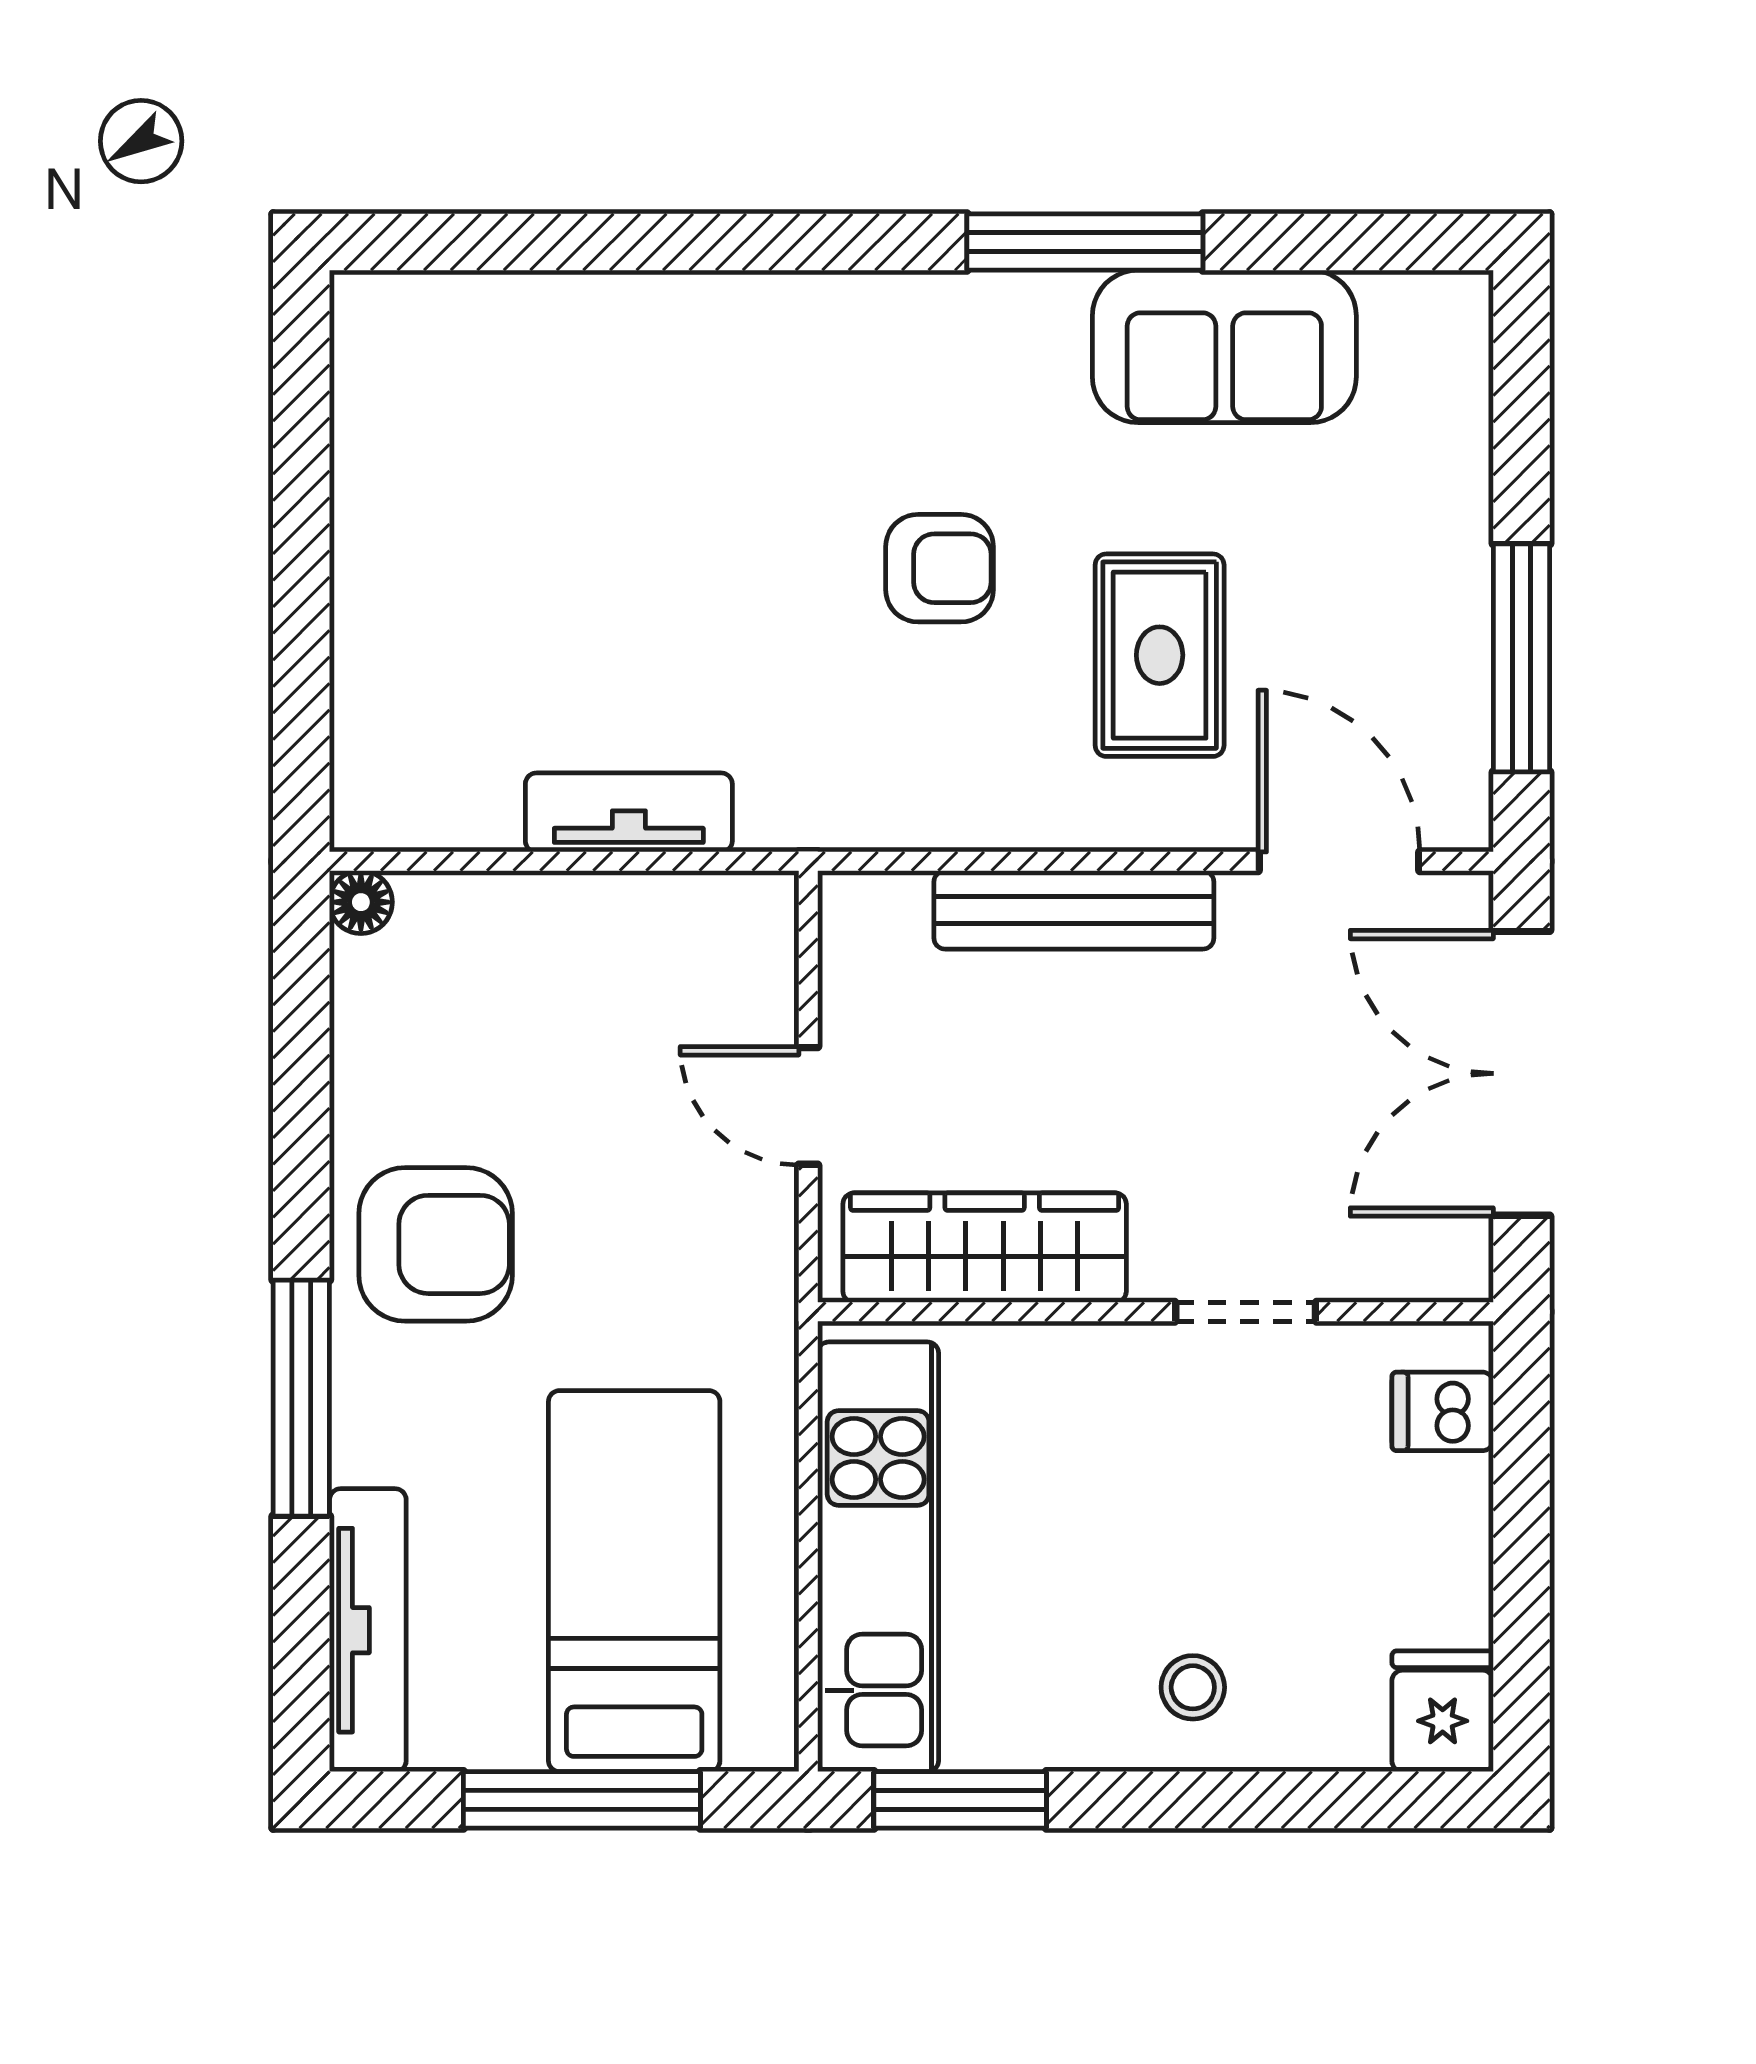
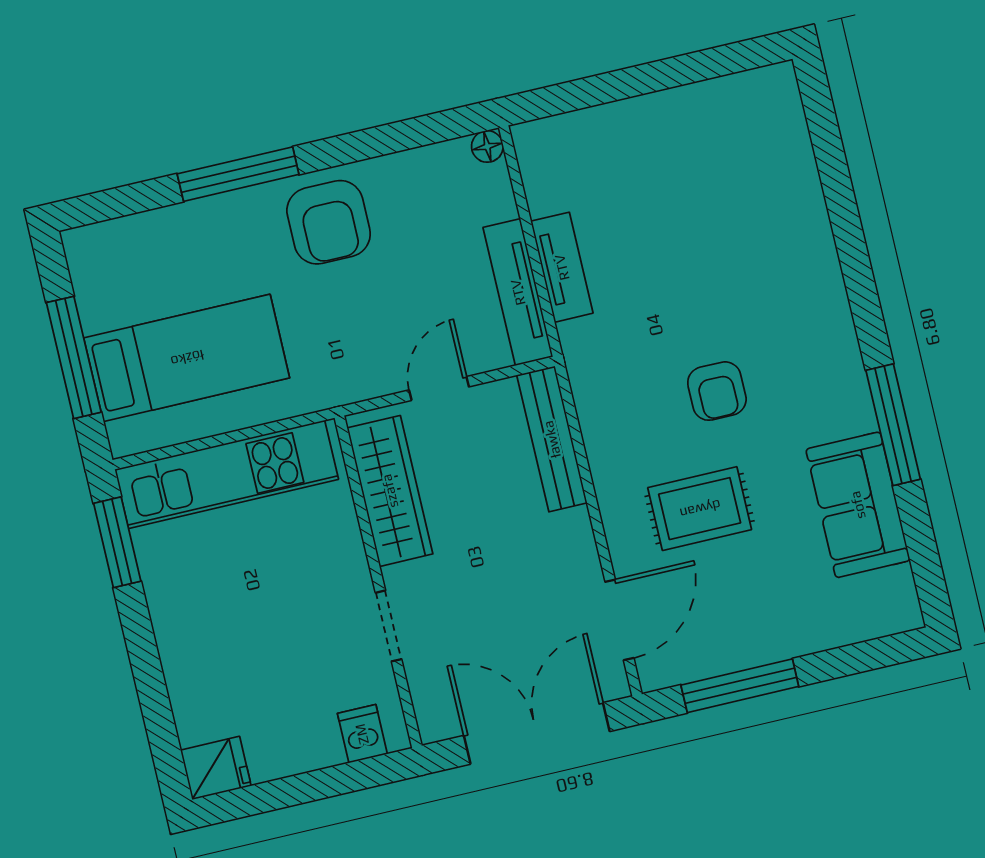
bench: (1074, 910) -> (552, 439), moved
tv unit: (368, 1630) -> (518, 292), moved, turned 90
stool: (1193, 1687) -> (199, 643), removed

